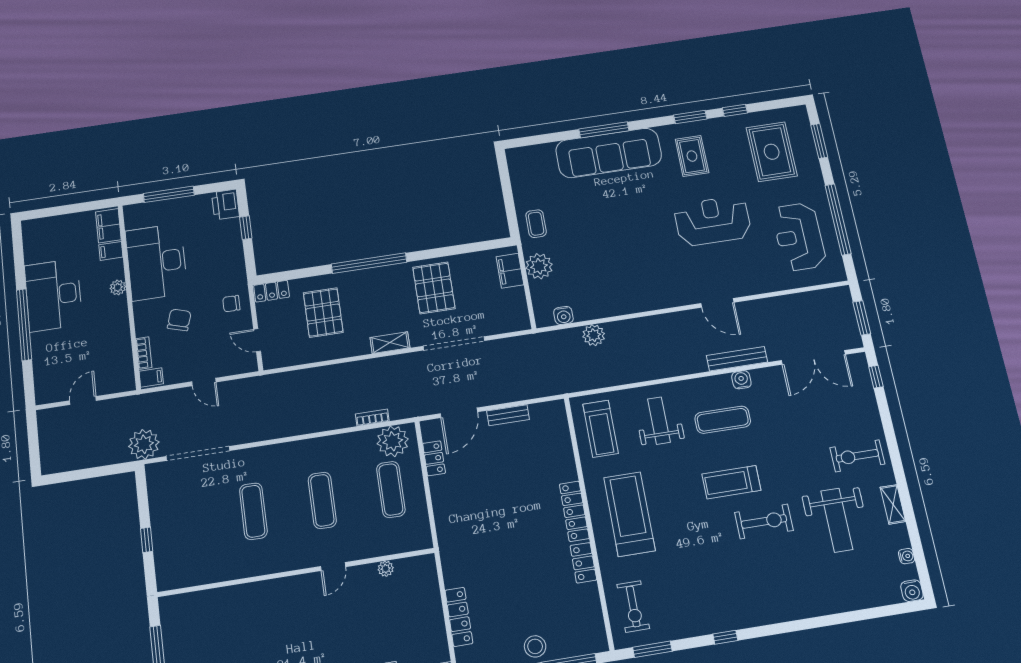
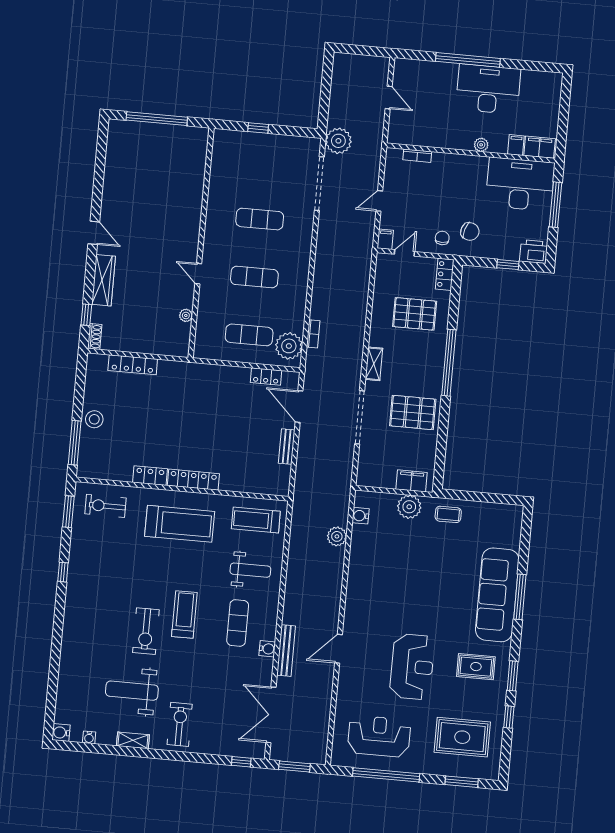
desk: (156, 262) -> (520, 184), moved
chair: (179, 320) -> (470, 231), moved
filing cabinet: (151, 377) -> (385, 239), moved, turned 180

